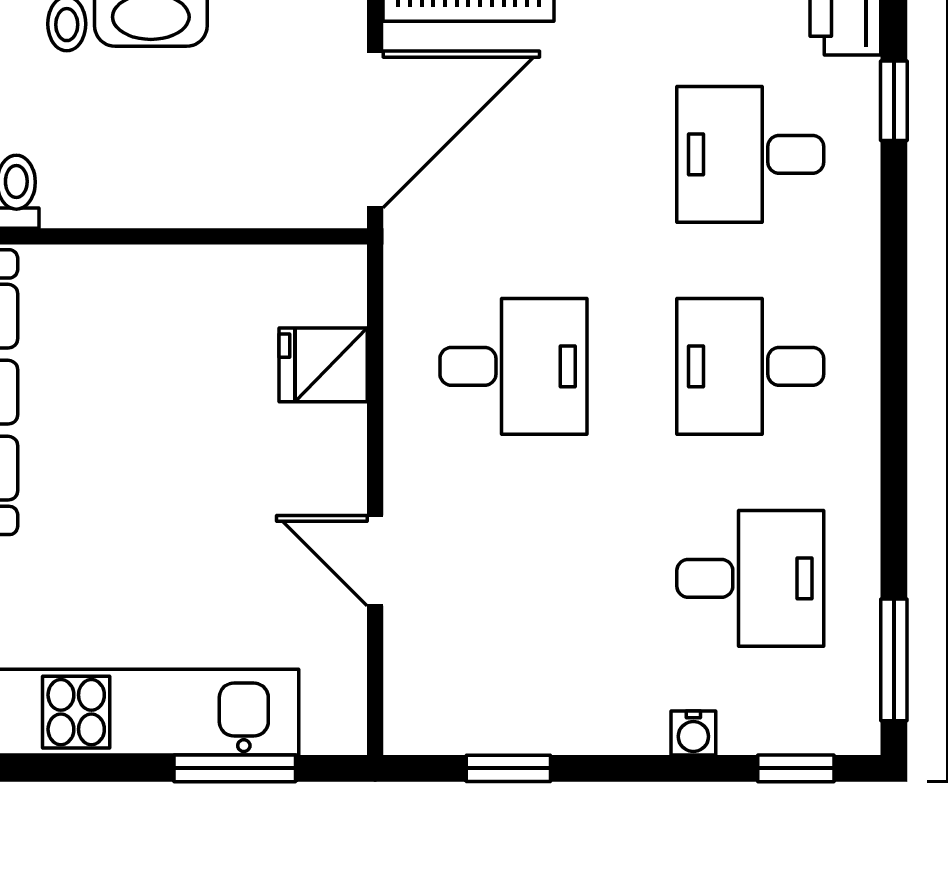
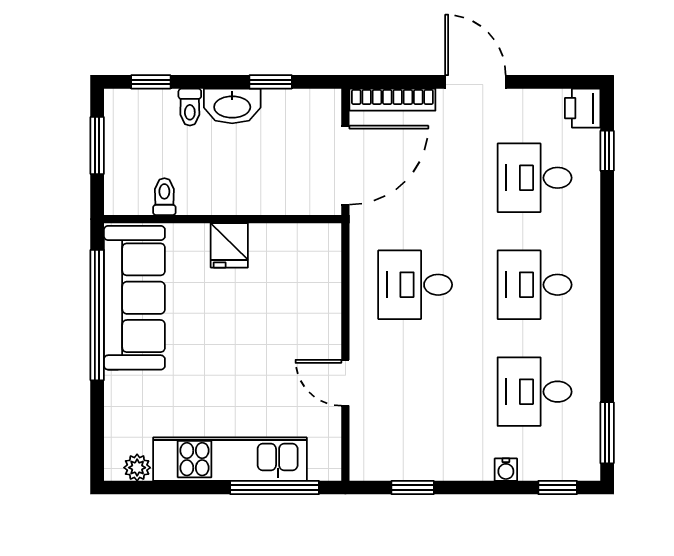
fridge: (323, 365) -> (229, 245), moved, turned -90
desk: (513, 366) -> (415, 285), turned 180
desk: (750, 578) -> (535, 392), turned 180
window: (235, 768) -> (275, 488), width x1.44

